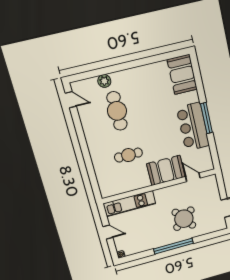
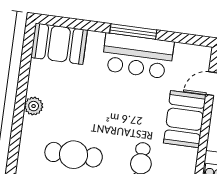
plant: (104, 81) -> (34, 106), moved

